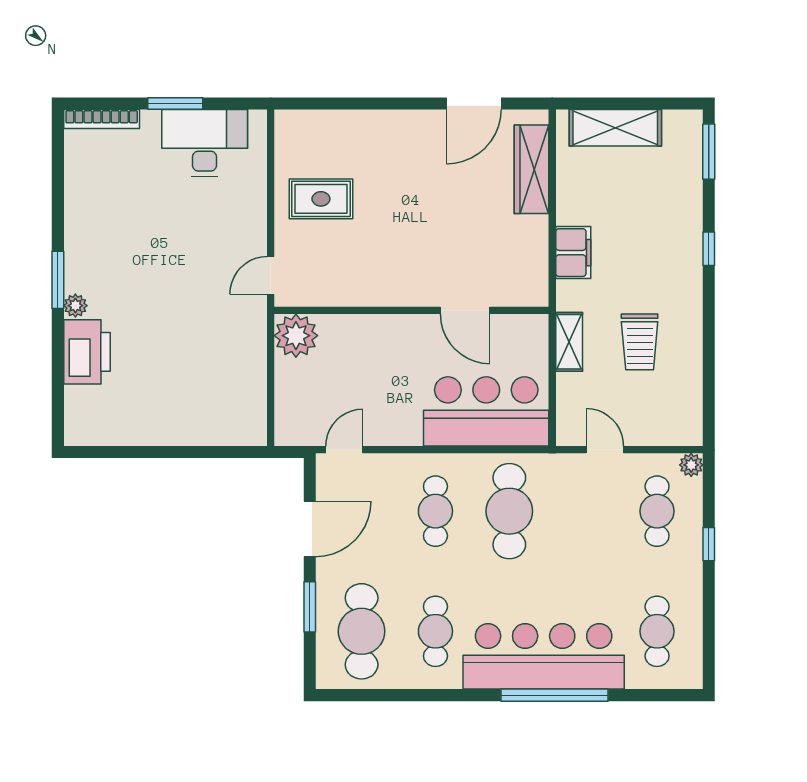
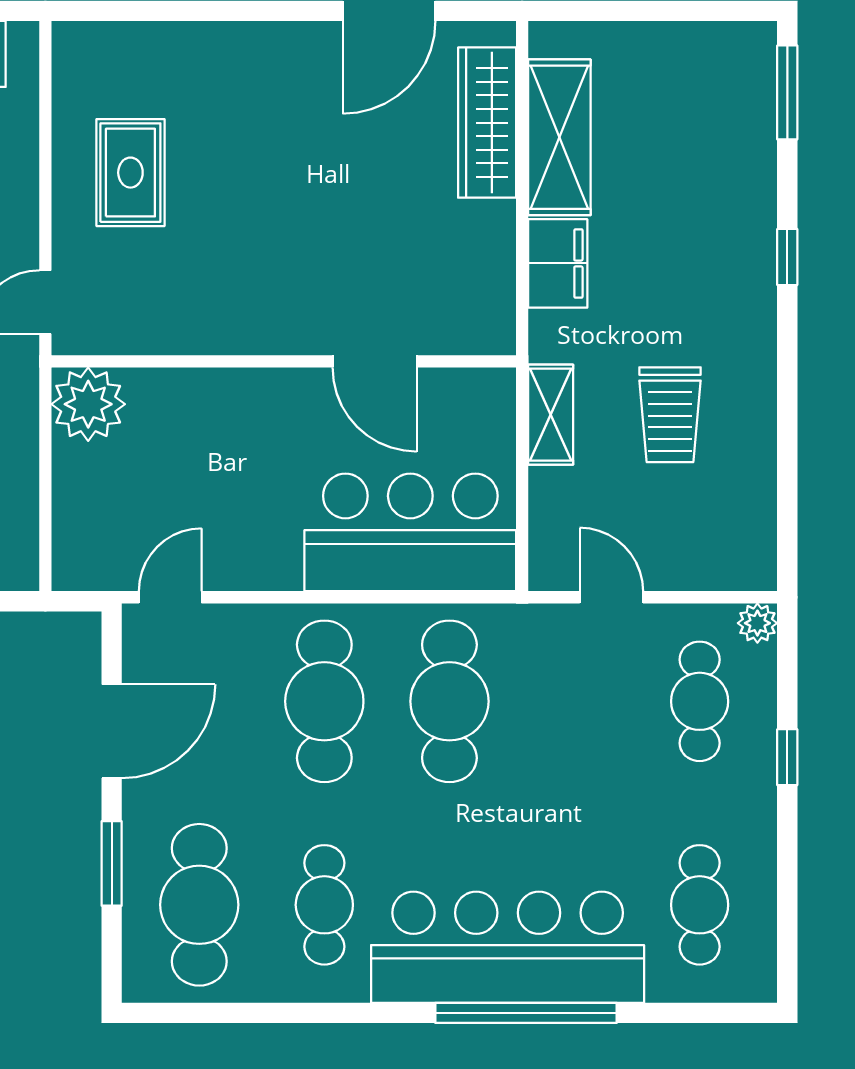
shelving: (615, 128) -> (559, 137), moved, turned 90
rug: (321, 199) -> (130, 173), turned 90
cafe table: (435, 511) -> (324, 701), width x1.37, depth x1.35

